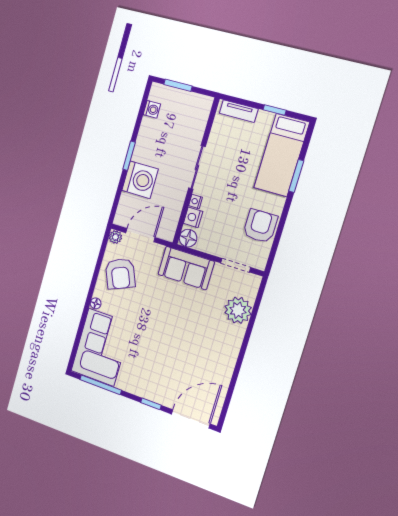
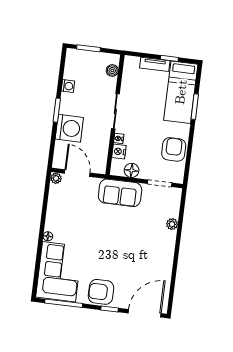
washing machine: (152, 109) -> (68, 86), moved
tv unit: (239, 111) -> (155, 64), moved
boiler: (202, 116) -> (112, 71), added
door: (140, 235) -> (77, 173), hinge flipped
floor lamp: (188, 238) -> (132, 170), moved
armchair: (120, 274) -> (101, 292), moved, turned 113
plant: (238, 310) -> (172, 224), width x0.53, depth x0.53

